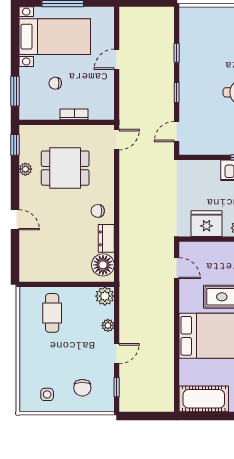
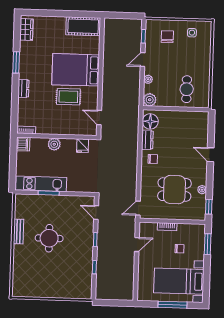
door: (117, 59) -> (137, 245), moved
door: (177, 131) -> (96, 213), swing flipped
fridge: (206, 224) -> (83, 146), width x0.53, depth x0.75

